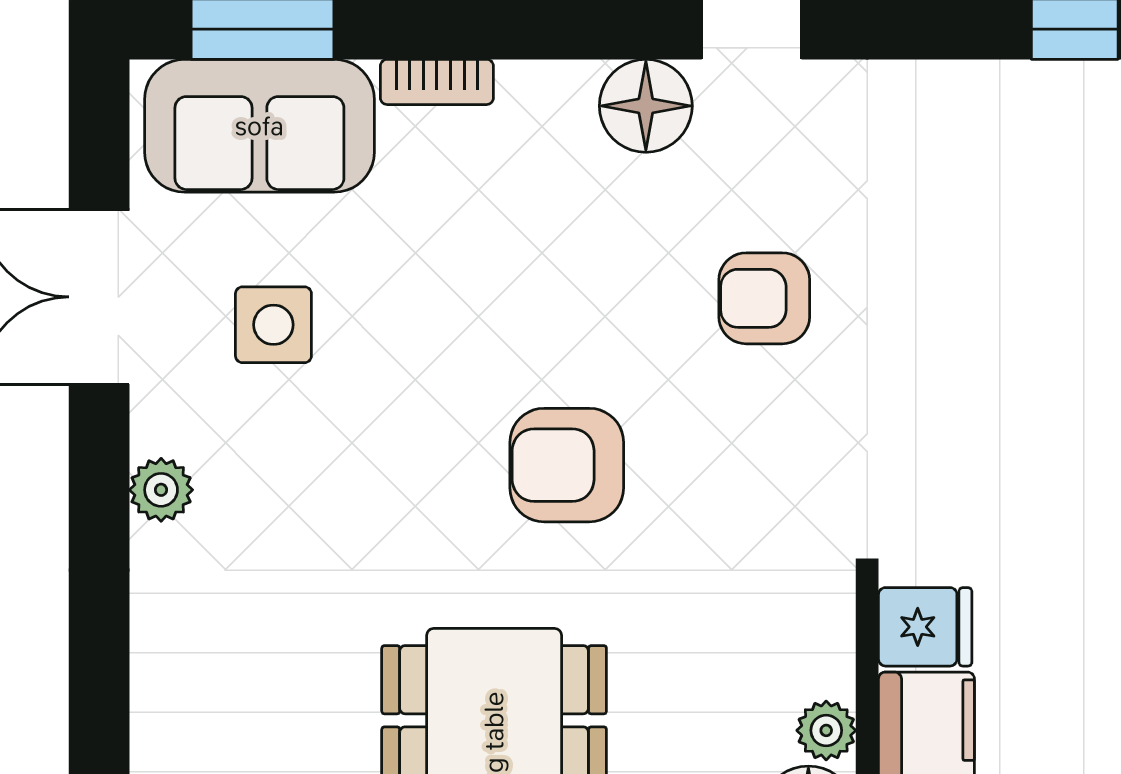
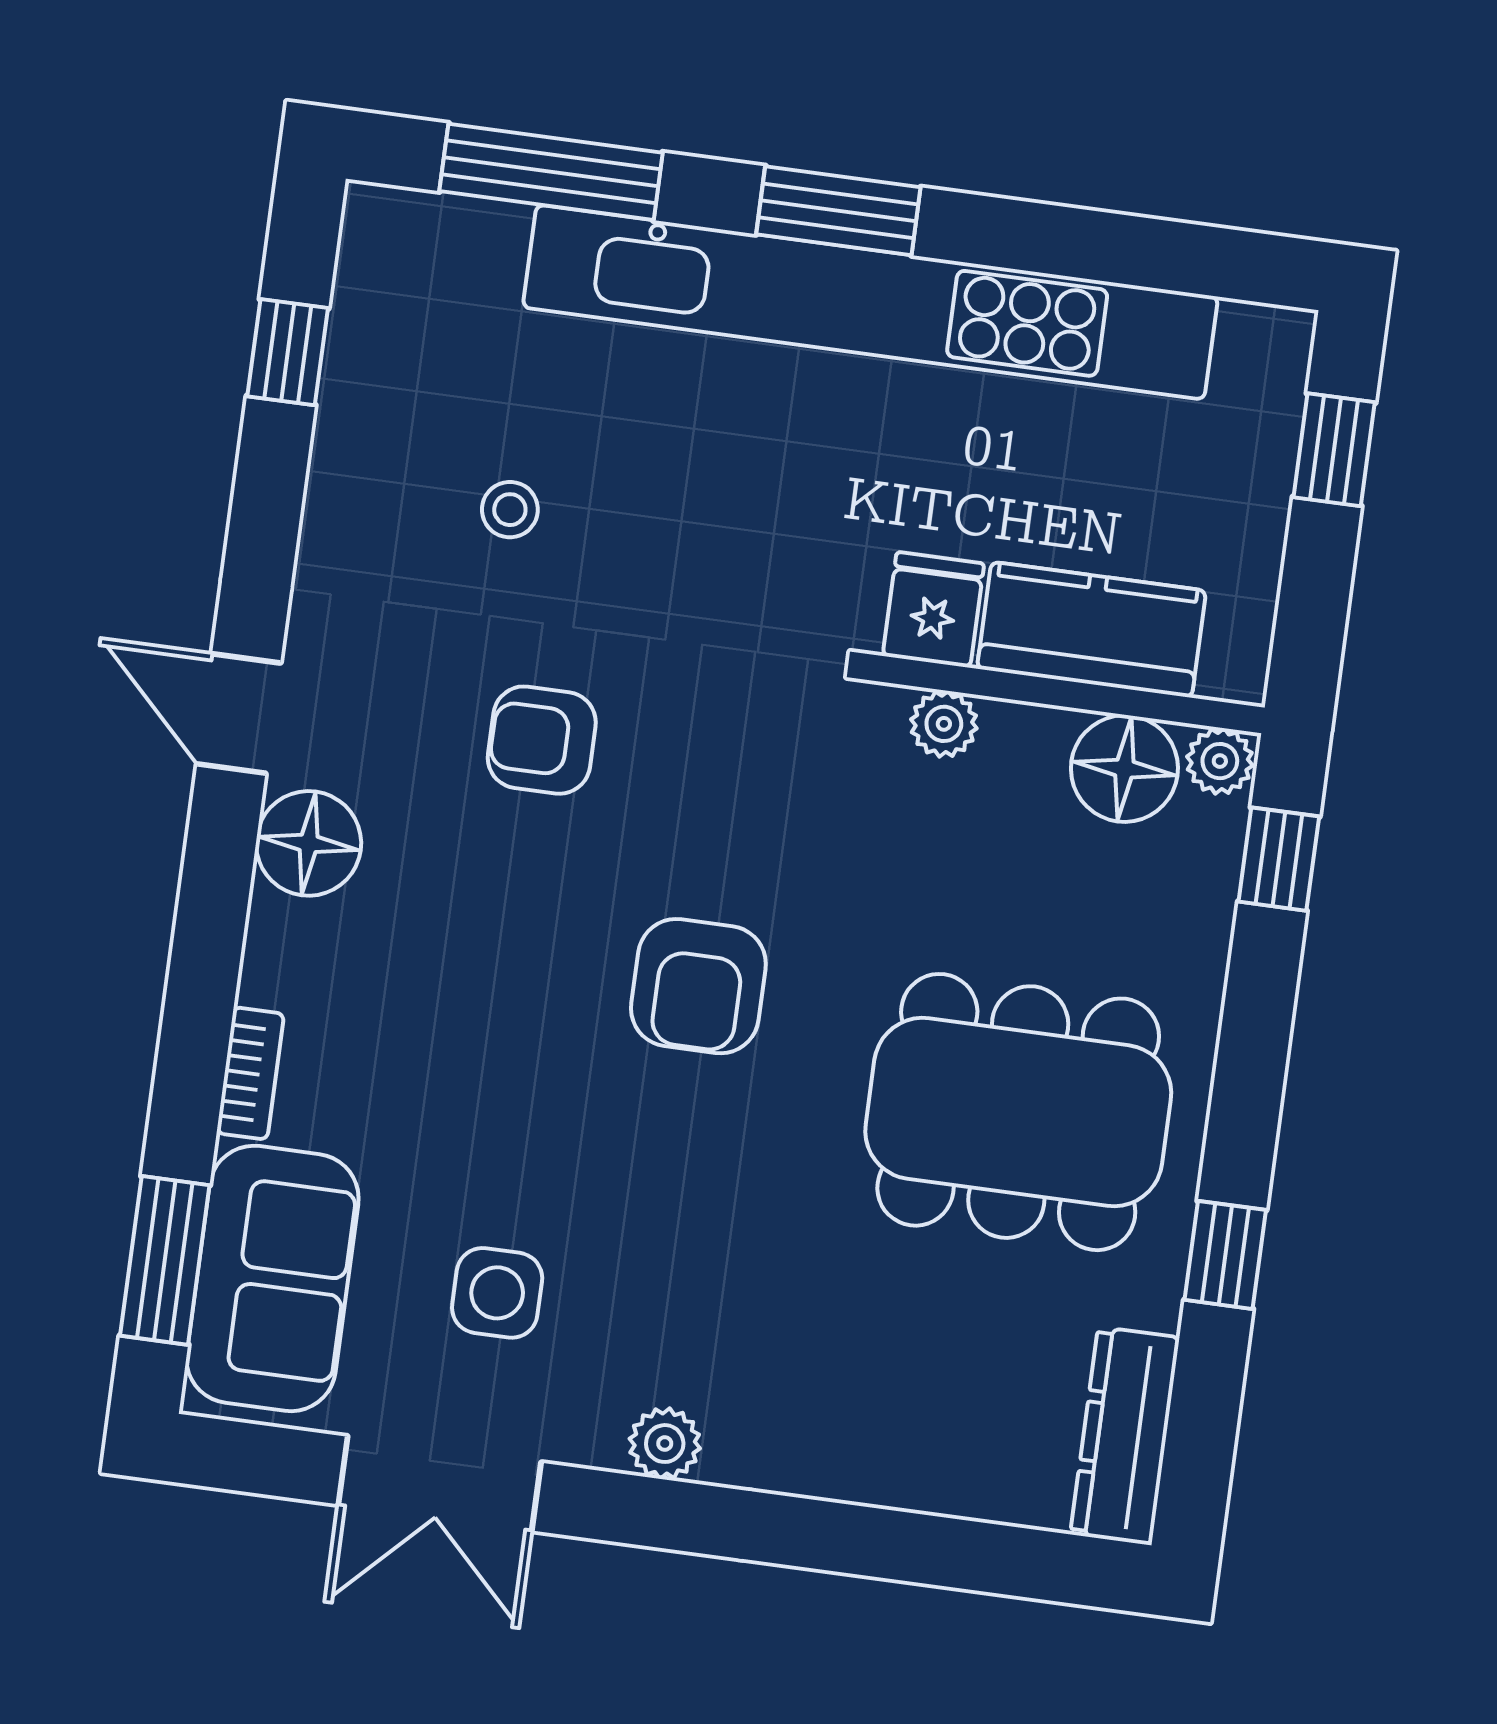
stool: (963, 243) -> (510, 510), added
armchair: (764, 298) -> (542, 740), turned 90
plant: (826, 730) -> (944, 724), moved

